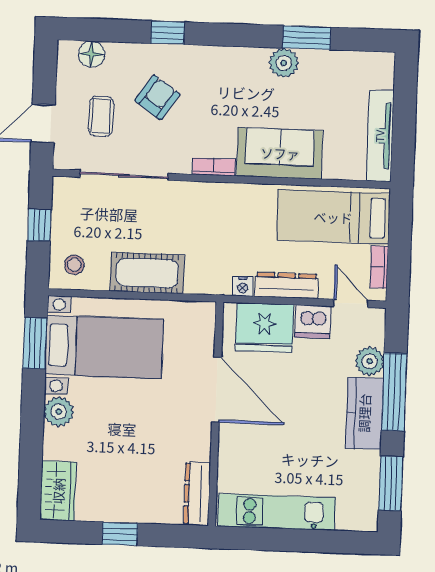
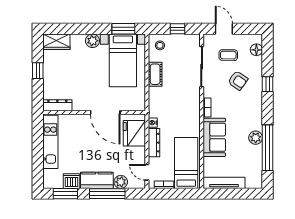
window: (307, 38) -> (268, 148), width x2.11
cot: (147, 273) -> (155, 74), width x0.73, depth x0.75
door: (351, 303) -> (147, 172), swing flipped
dishwasher: (313, 322) -> (72, 181), moved, turned 90
door: (217, 390) -> (105, 112), hinge flipped

